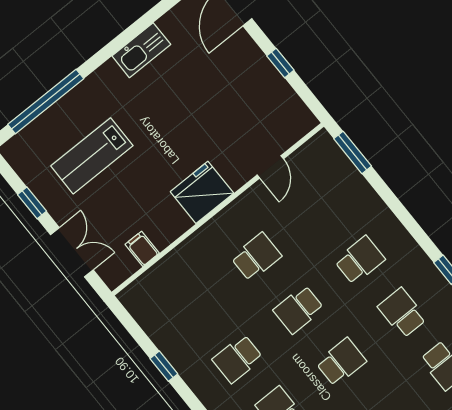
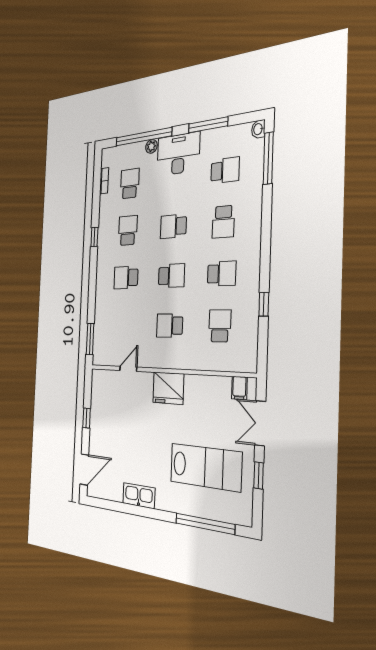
lab bench: (92, 156) -> (206, 467), width x1.36, depth x1.39
filing cabinet: (142, 249) -> (239, 388), moved
school desk: (195, 306) -> (220, 326), added
school desk: (402, 313) -> (128, 230), turned 180

